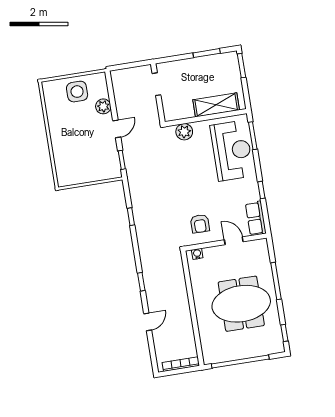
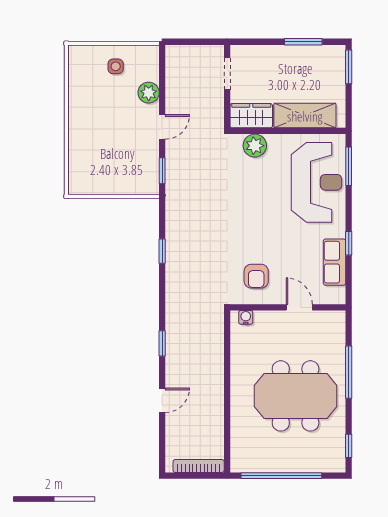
side table: (77, 92) -> (116, 66), width x0.54, depth x0.54
wardrobe: (178, 111) -> (251, 116), added
row of seats: (256, 218) -> (335, 262), moved

